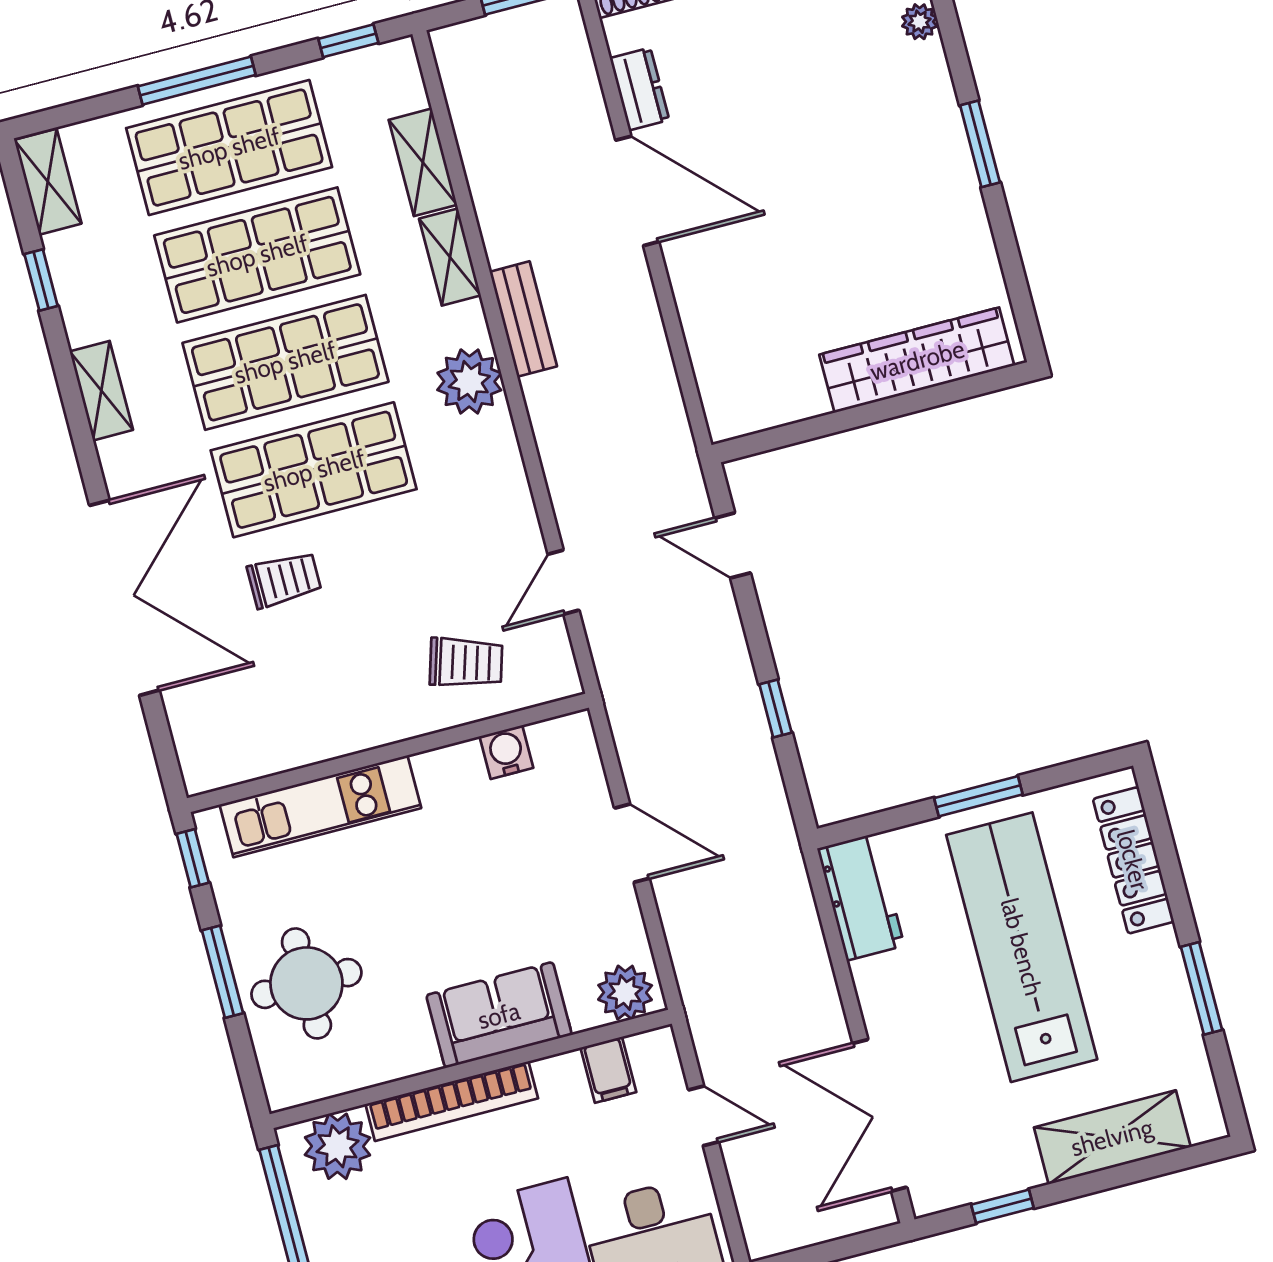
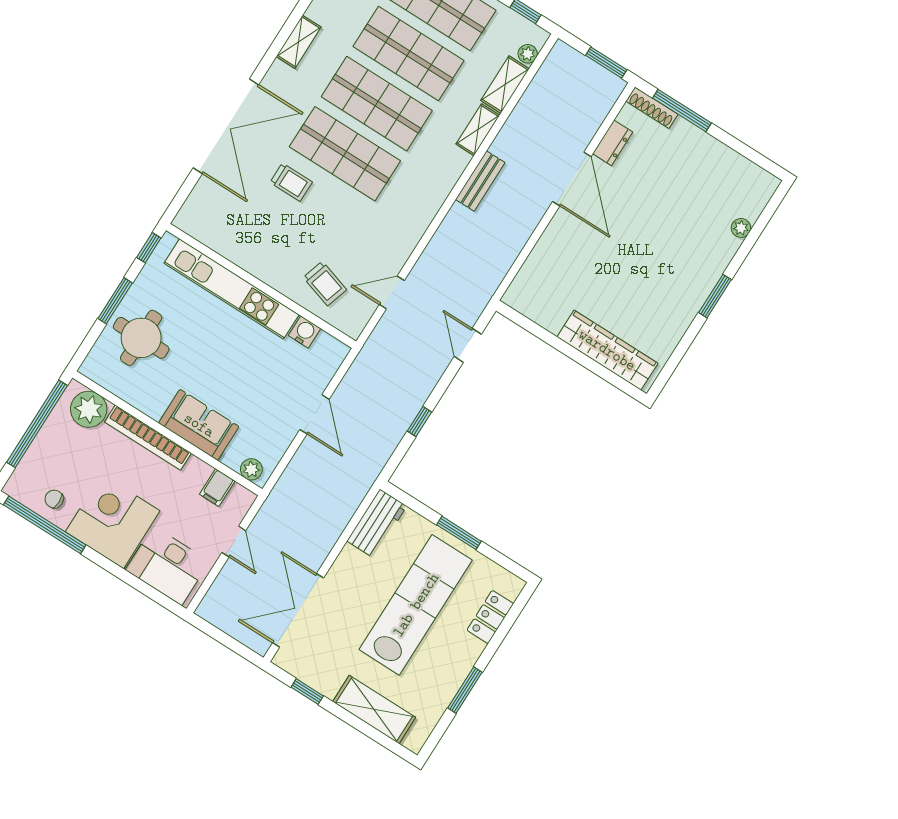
plant: (469, 381) -> (528, 54), moved, width x0.53, depth x0.53
kitchen unit: (320, 806) -> (232, 289), width x1.36
locker: (1133, 860) -> (490, 617), width x0.66
plant: (625, 993) -> (251, 469), width x0.73, depth x0.73

